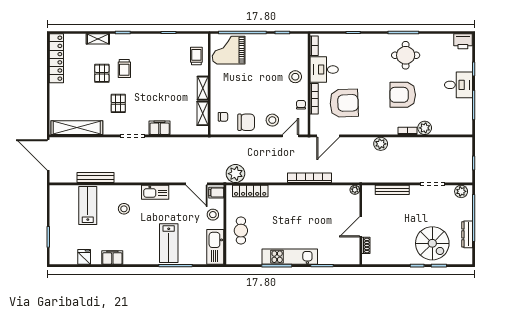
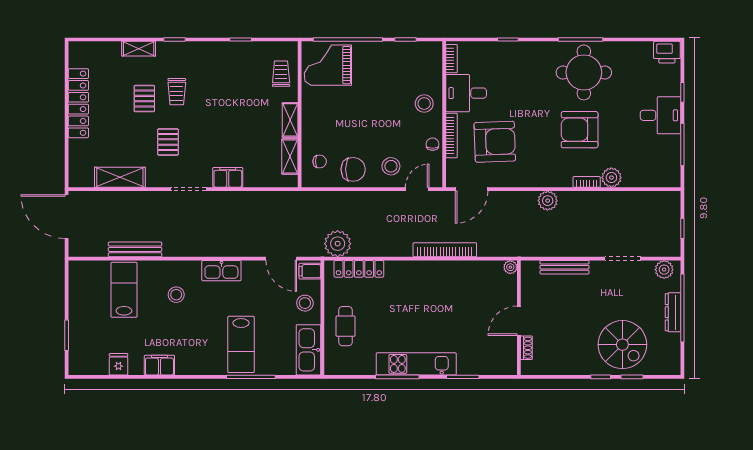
round table: (406, 55) -> (584, 72), width x1.36, depth x1.36
locker: (56, 58) -> (78, 103), moved
shelving: (77, 128) -> (120, 177), width x0.68
dresser: (467, 234) -> (673, 312), moved

